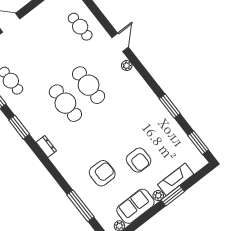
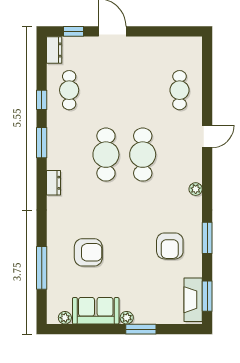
plant: (127, 66) -> (196, 189), moved
armchair: (139, 160) -> (170, 246), moved
fireplace: (176, 179) -> (193, 300), moved, turned -90

